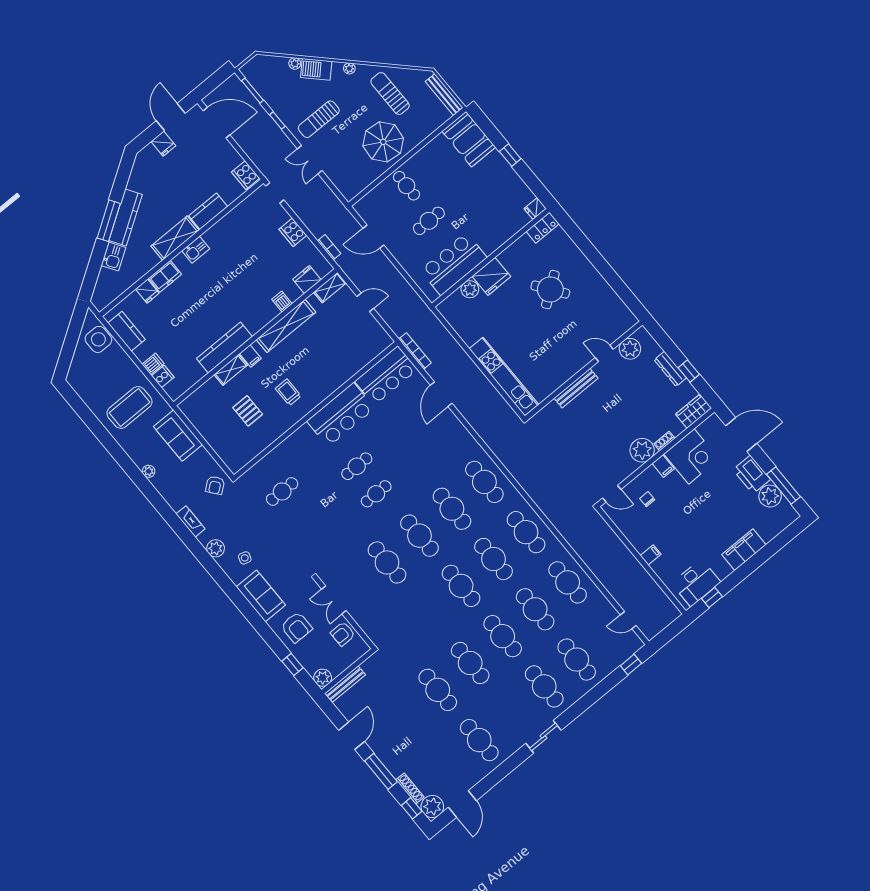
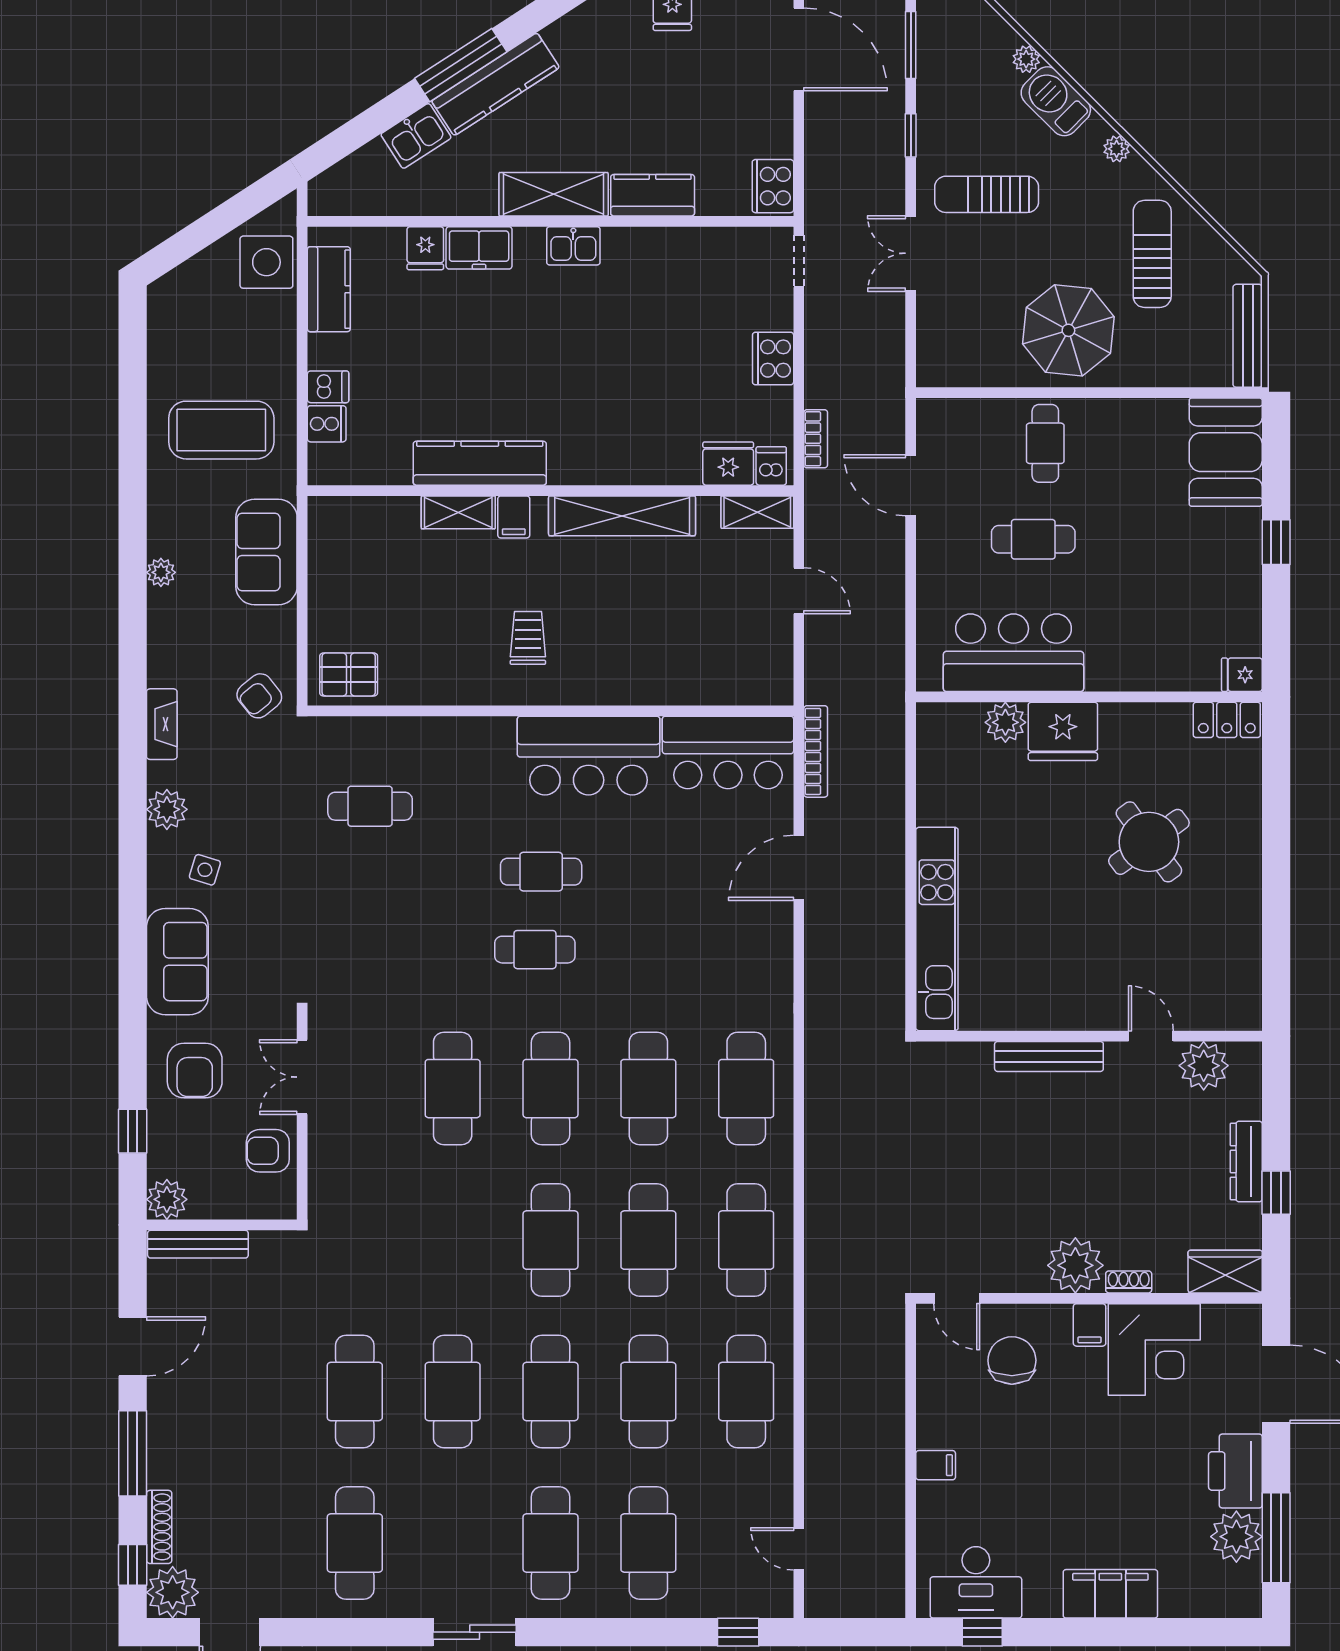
dishwasher: (282, 302) -> (771, 466), moved
pallet: (248, 411) -> (349, 674), moved, turned 90
chair: (647, 499) -> (1012, 1360), width x1.87, depth x1.87

